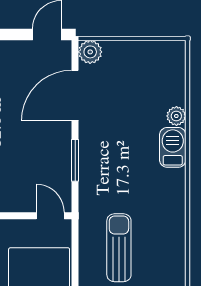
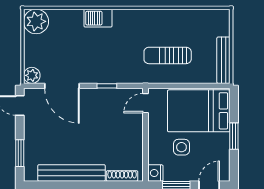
plant: (176, 116) -> (36, 21), moved, width x1.88, depth x1.88
window: (75, 160) -> (107, 86), width x0.67

